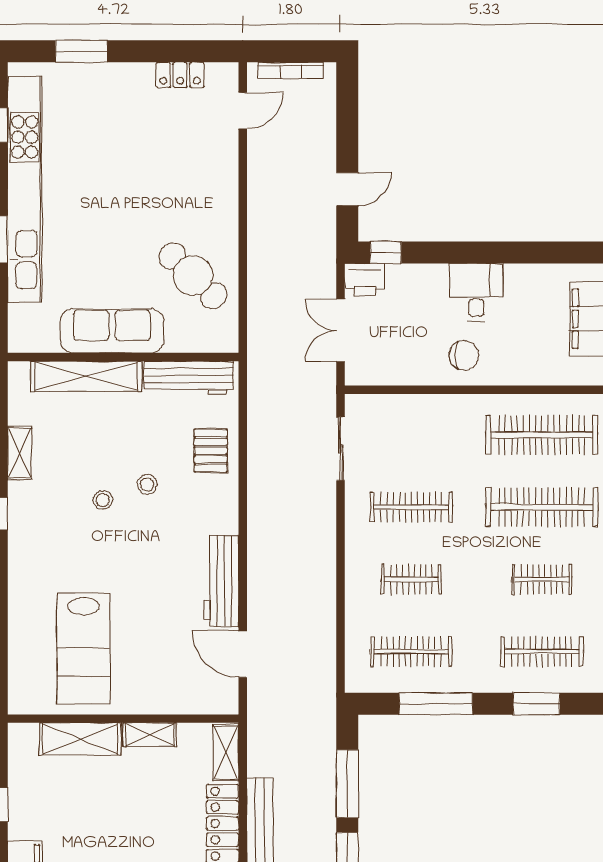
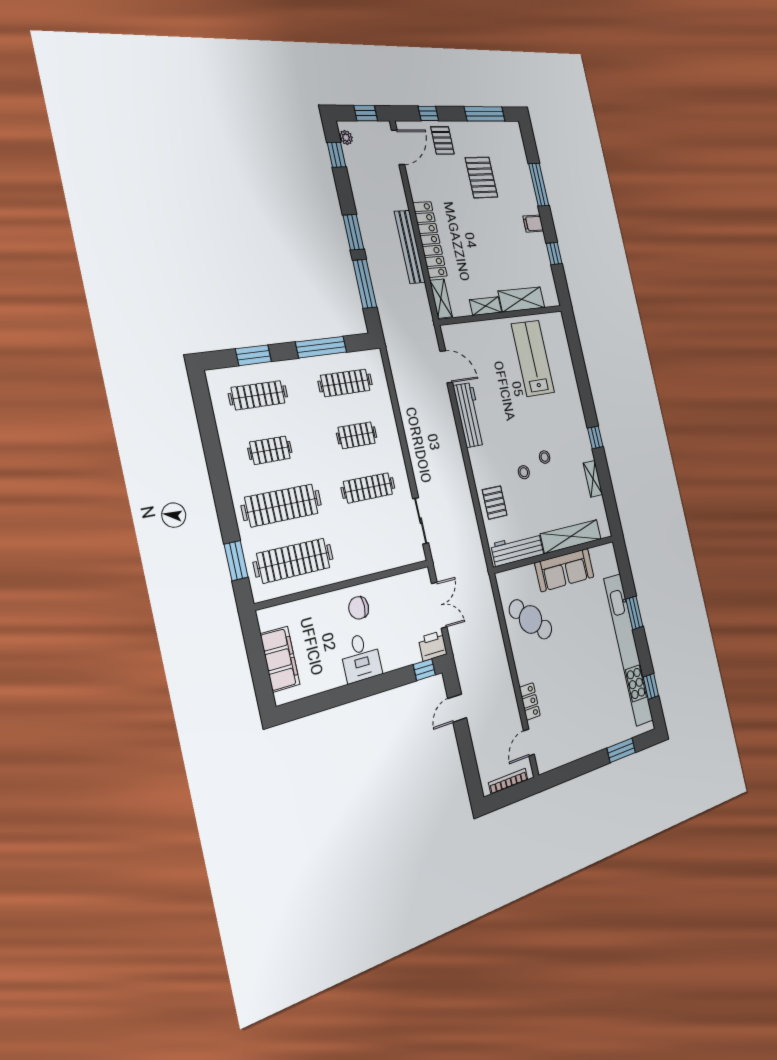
locker: (180, 75) -> (530, 701), moved, turned 90

